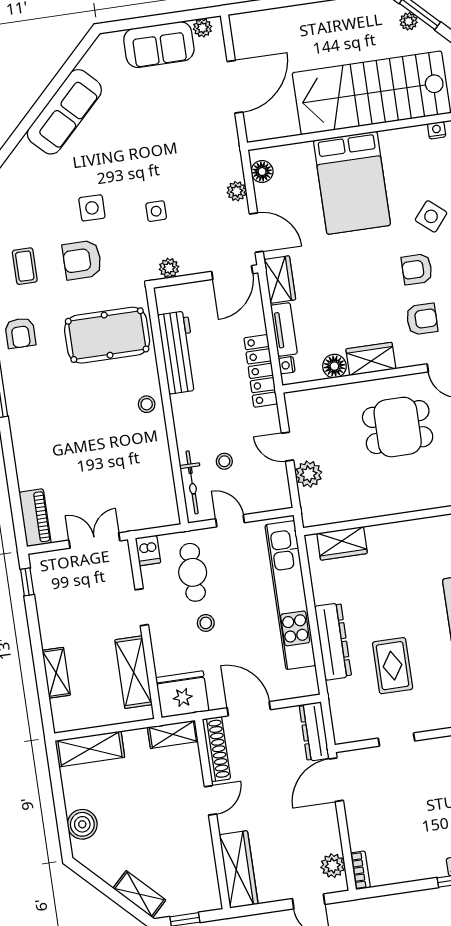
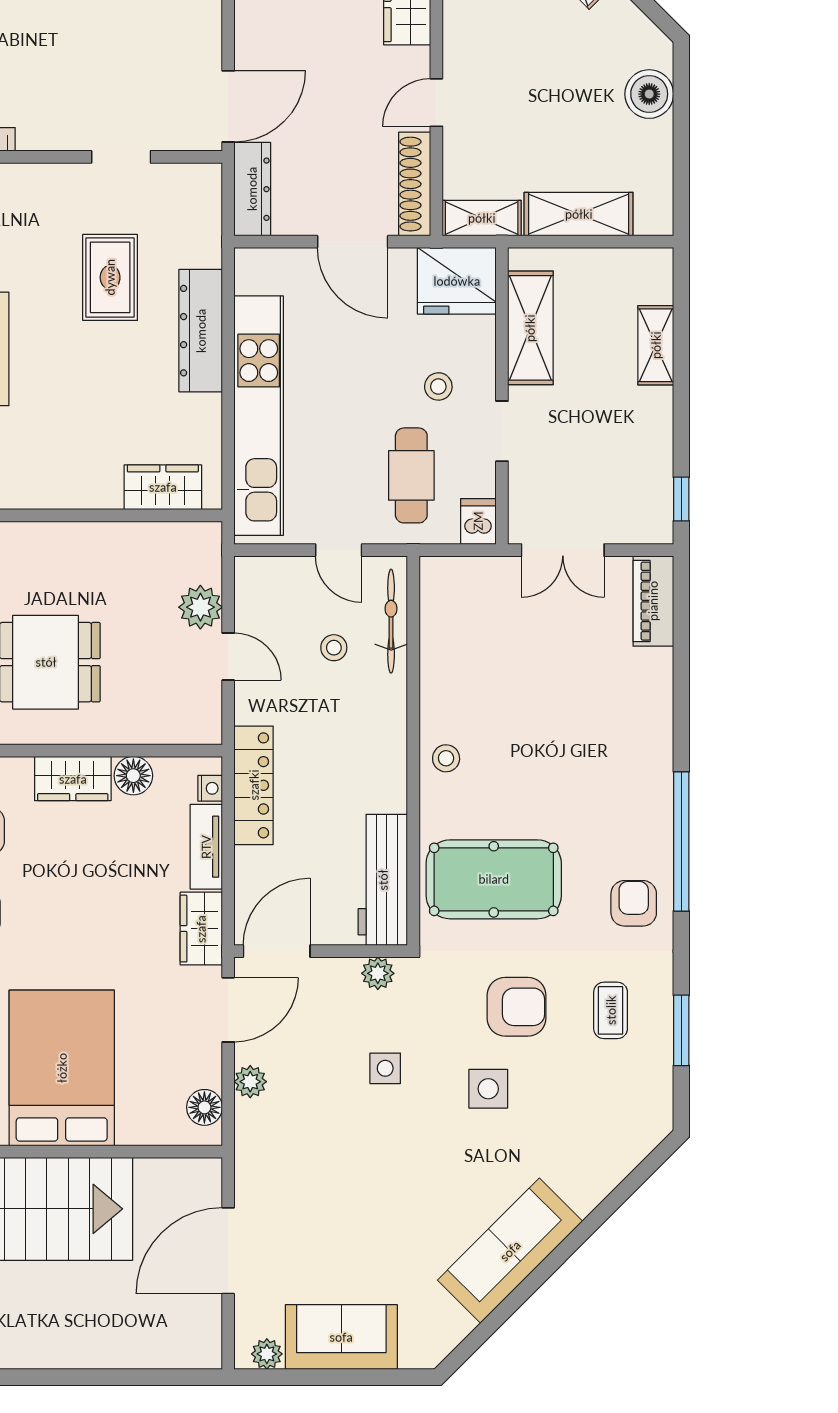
door: (256, 233) -> (228, 1010), swing flipped
workbench: (178, 352) -> (383, 880), moved
stool: (206, 623) -> (438, 386), moved
shelving: (90, 749) -> (579, 214), moved

